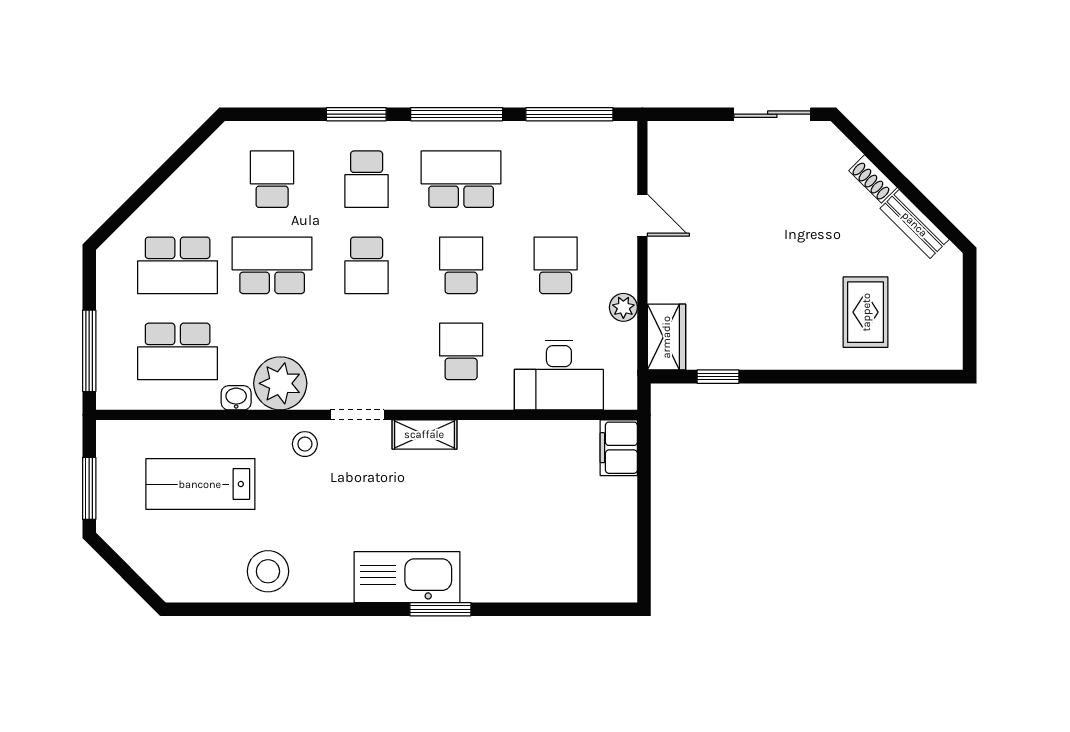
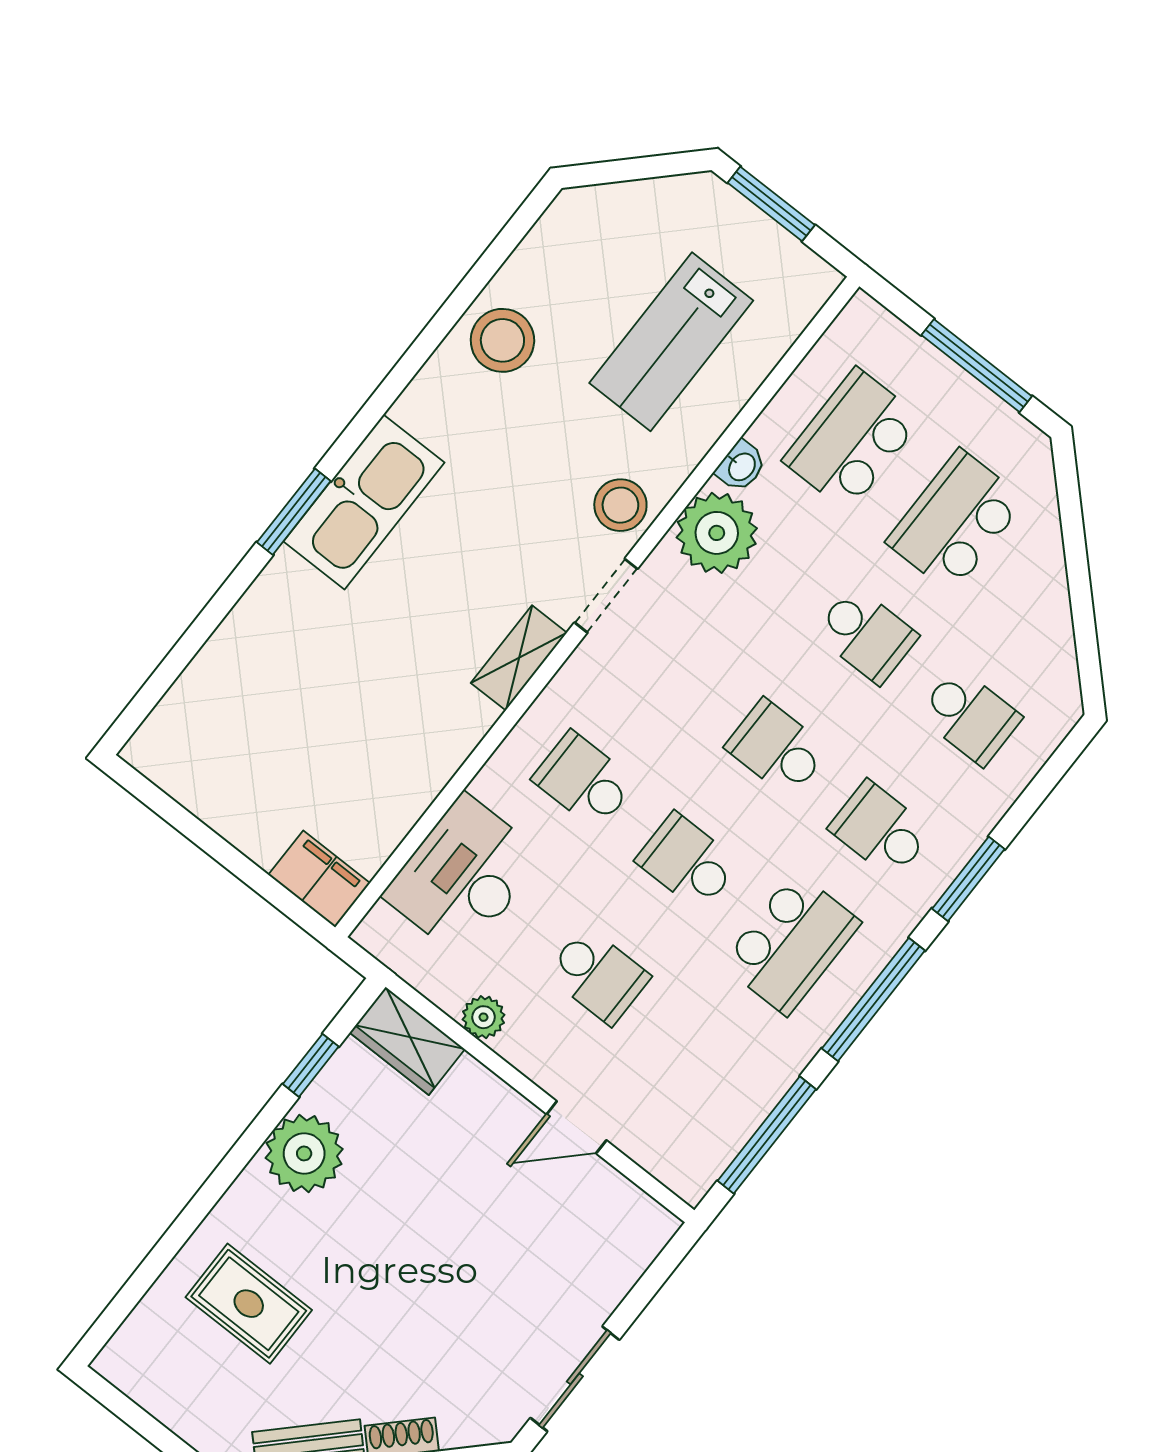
school desk: (272, 265) -> (866, 635), width x0.54
school desk: (461, 265) -> (688, 862), turned 180
plant: (766, 344) -> (304, 1153), added
window: (89, 351) -> (977, 366), moved
school desk: (461, 351) -> (584, 780), turned 180
stool: (305, 444) -> (620, 505), width x1.37, depth x1.37
lab bench: (200, 484) -> (671, 342), turned 180

